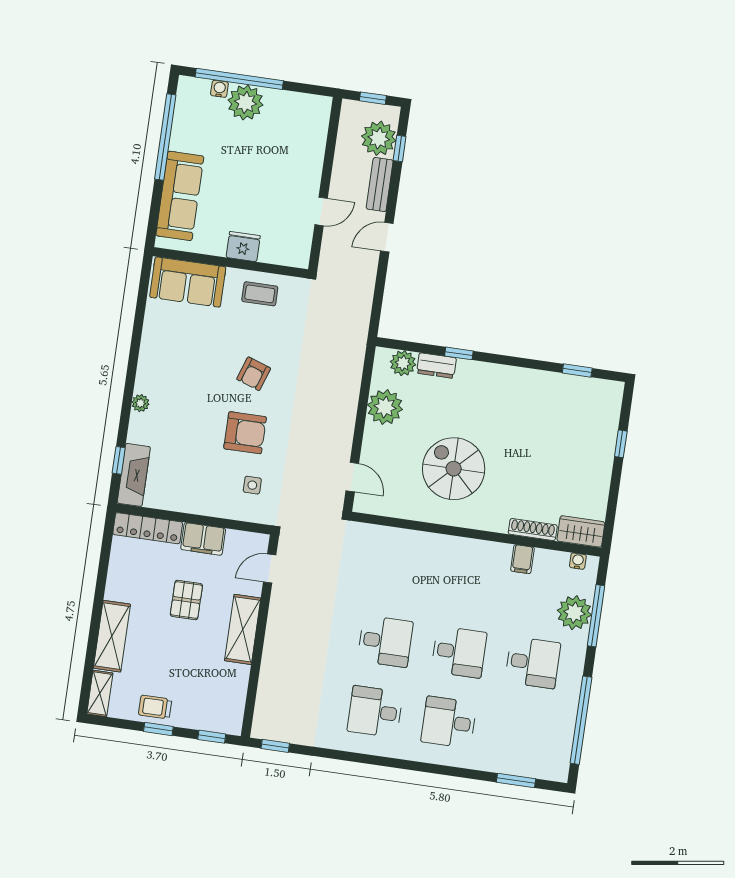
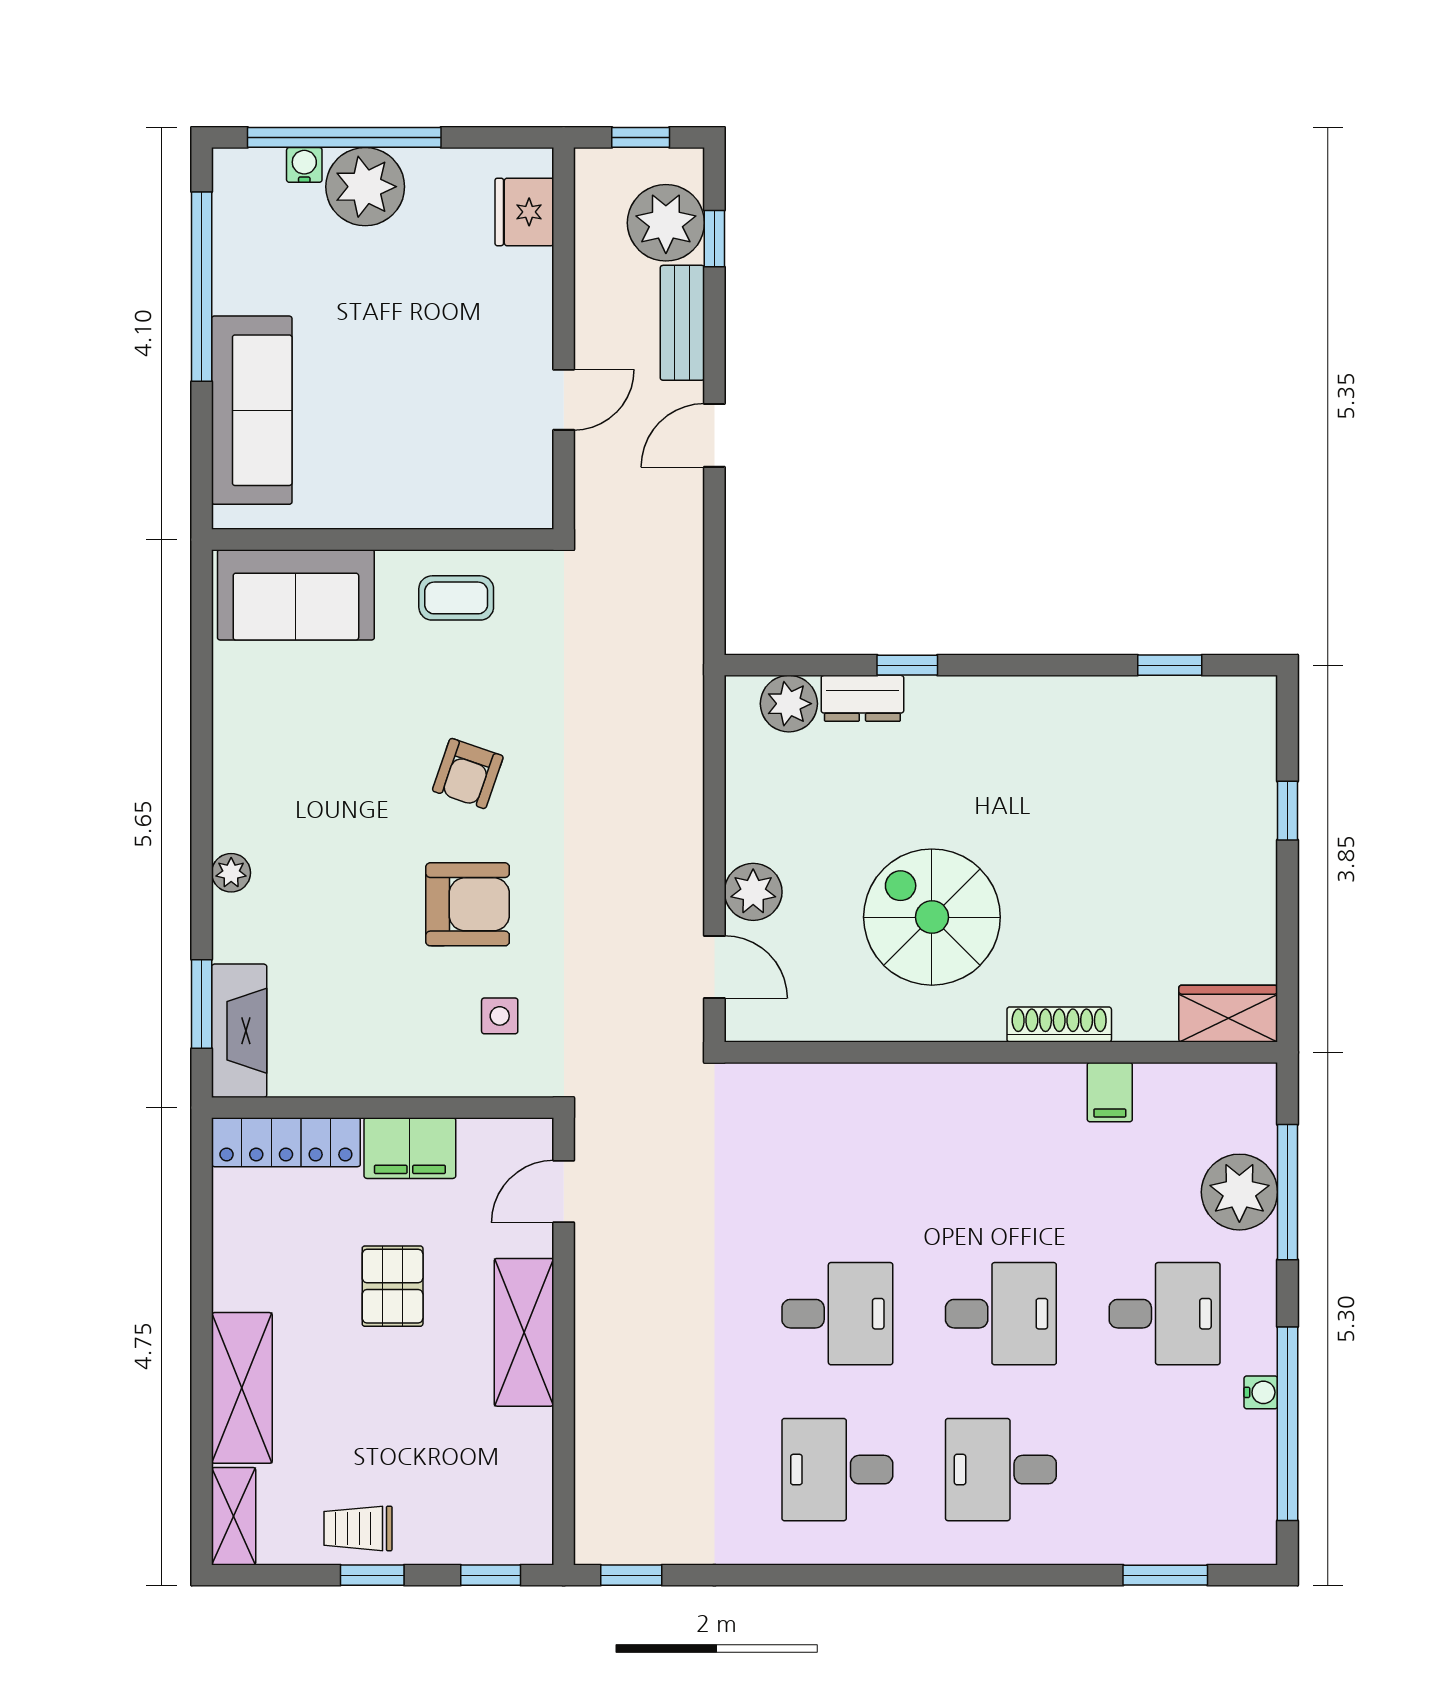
fridge: (243, 246) -> (524, 212), moved, turned -90
plant: (385, 407) -> (753, 892), moved, width x0.73, depth x0.73
window: (119, 460) -> (202, 1004), width x1.50
shoe rack: (533, 530) -> (1059, 1025), moved
water cooler: (578, 561) -> (1261, 1392), moved, turned 90

